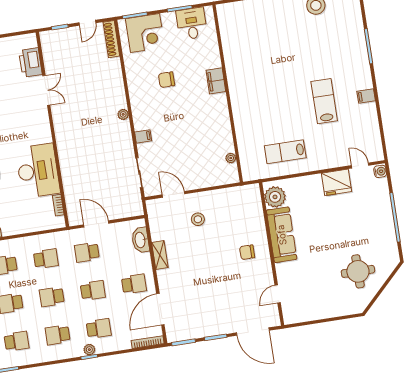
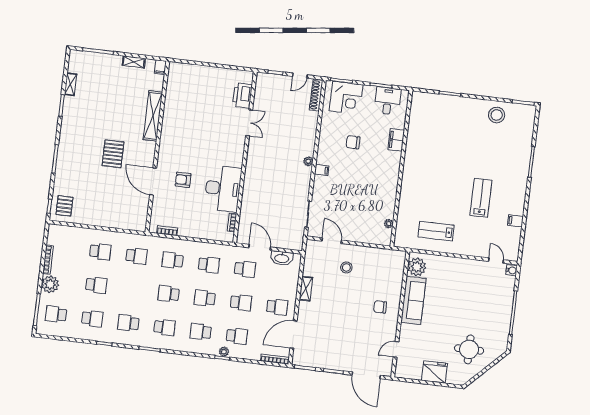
filing cabinet: (216, 81) -> (396, 140), moved
filing cabinet: (366, 96) -> (515, 221), moved
filing cabinet: (143, 136) -> (322, 170), moved
fridge: (337, 182) -> (434, 372), moved, turned 180
washbasin: (140, 240) -> (282, 258), moved, turned -90
school desk: (87, 252) -> (245, 269), turned 180

